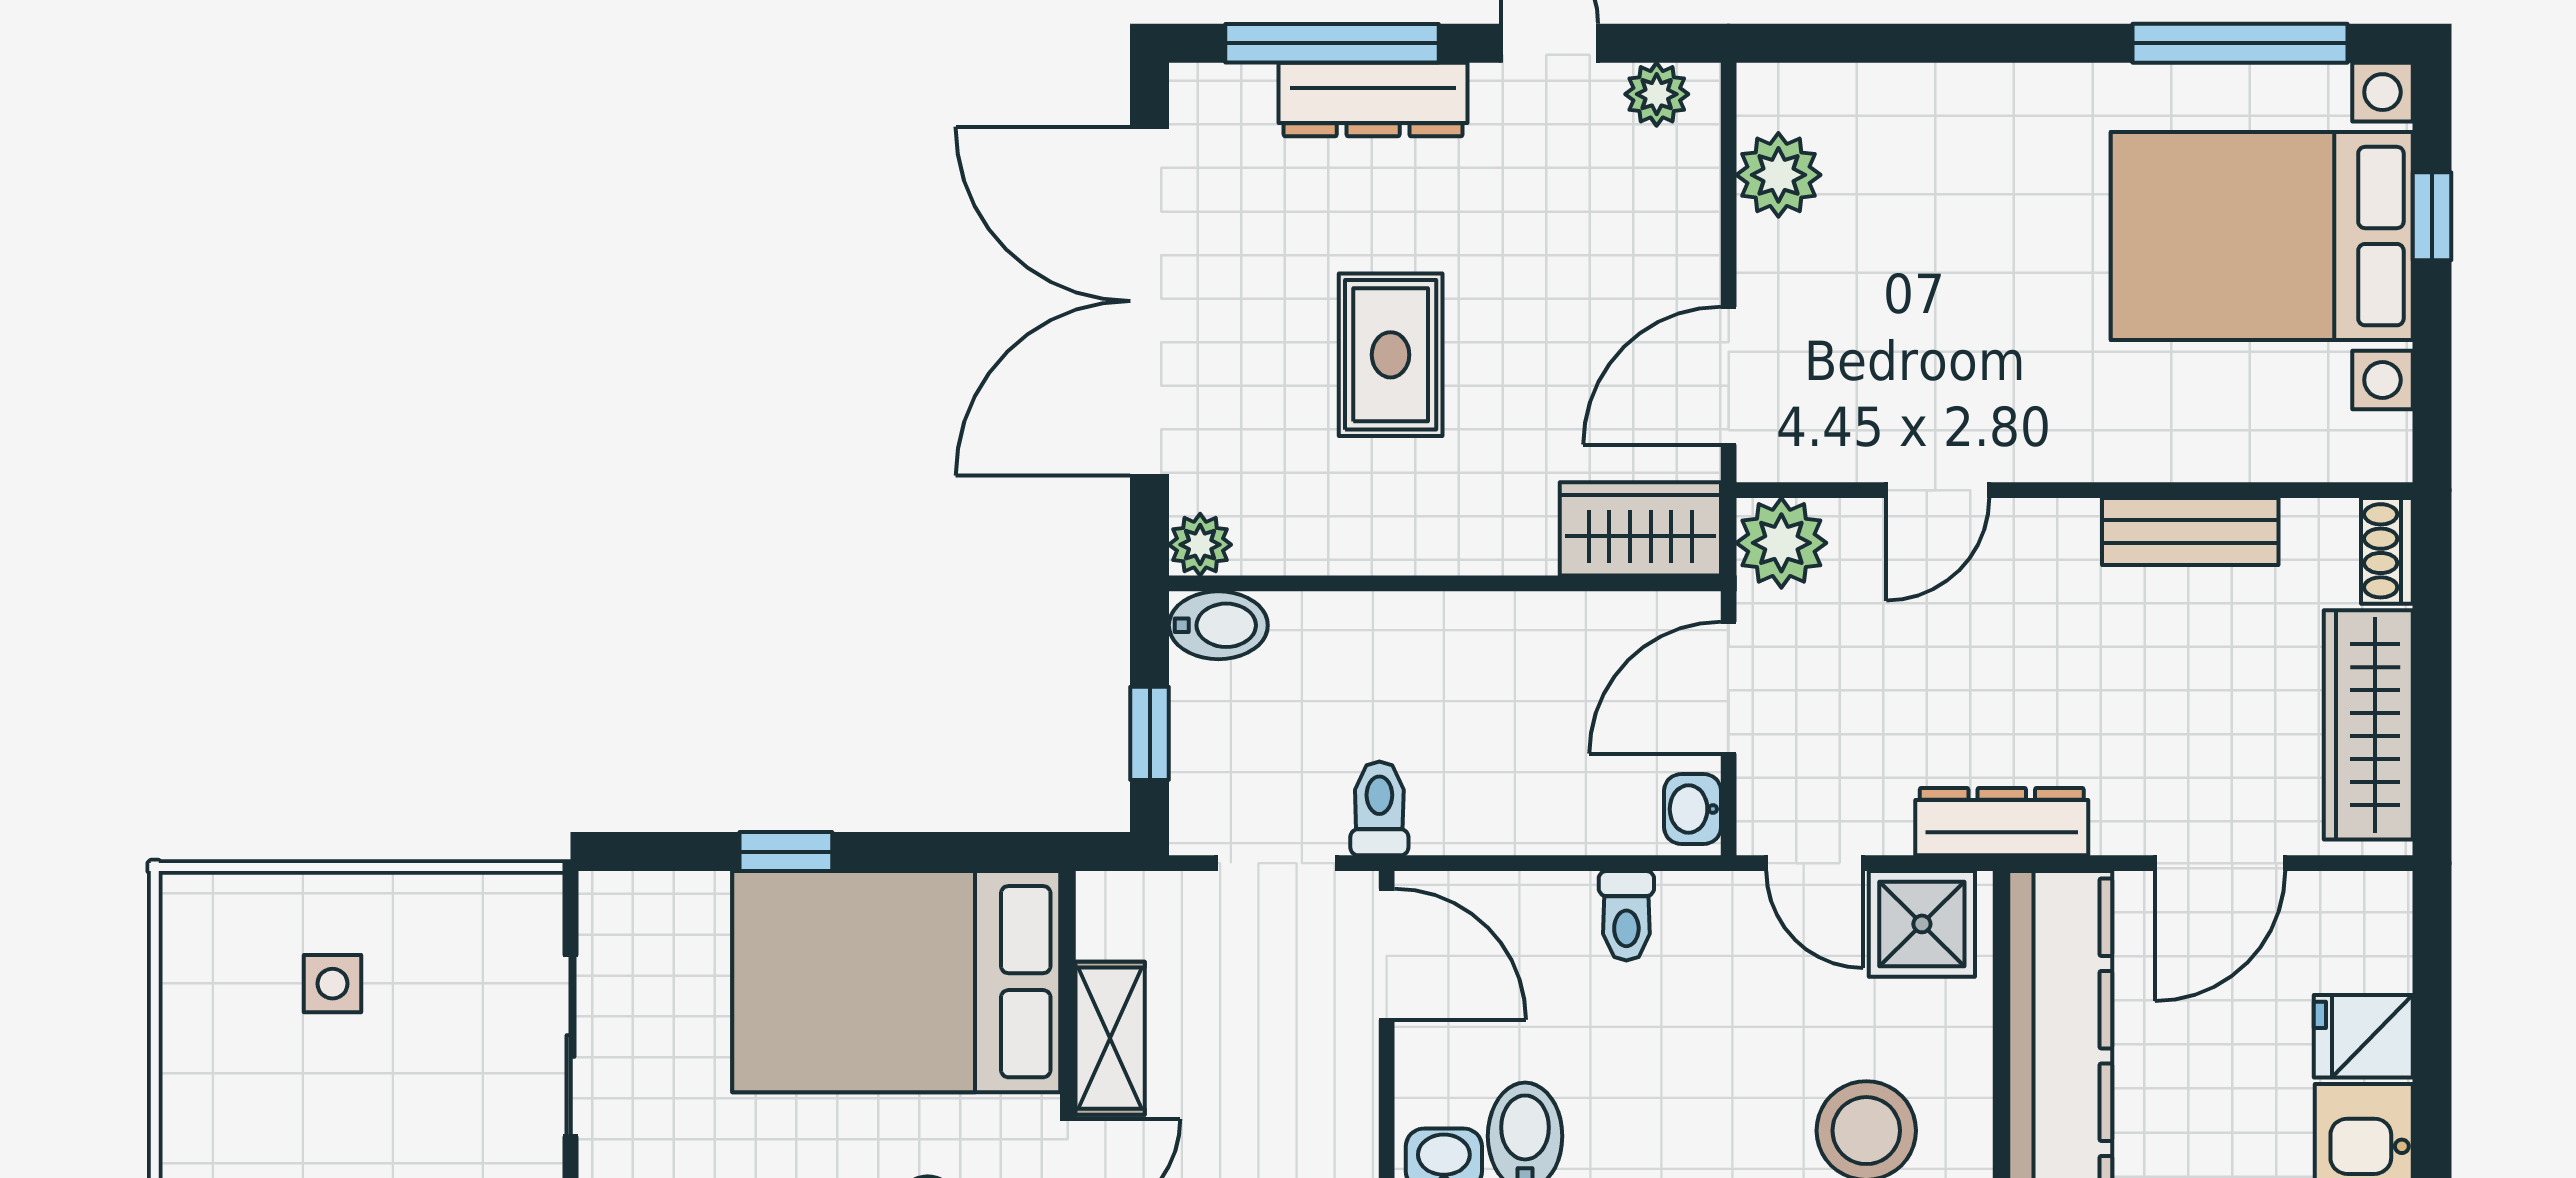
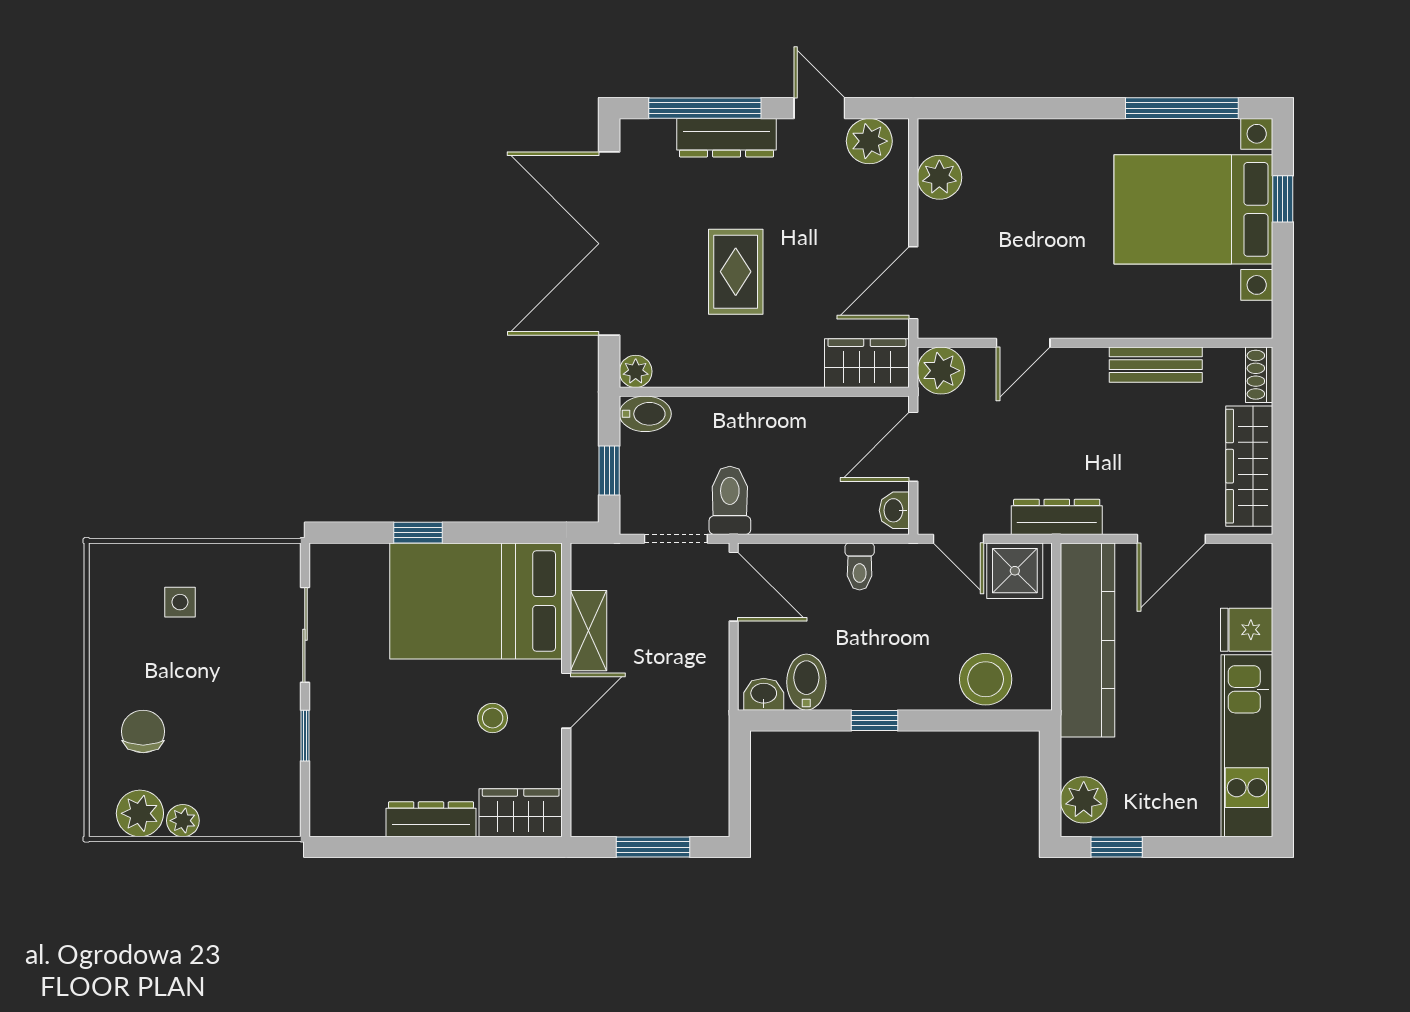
plant: (1657, 94) -> (869, 141), width x1.38, depth x1.38
toilet: (1379, 808) -> (730, 500), width x1.37, depth x1.39

